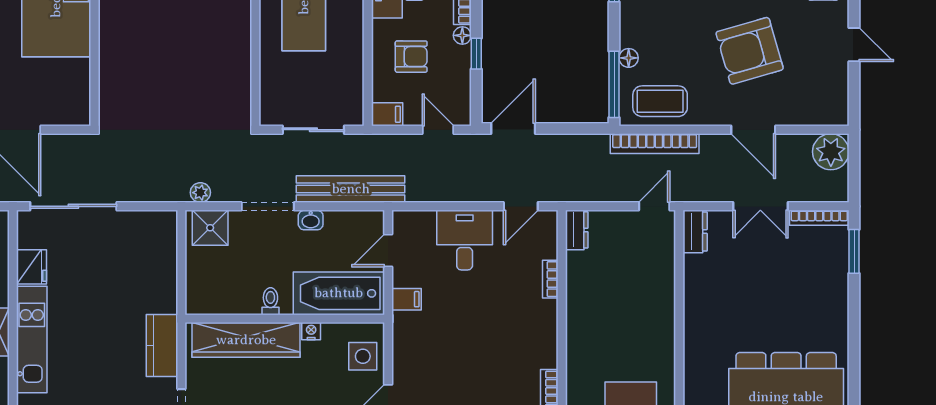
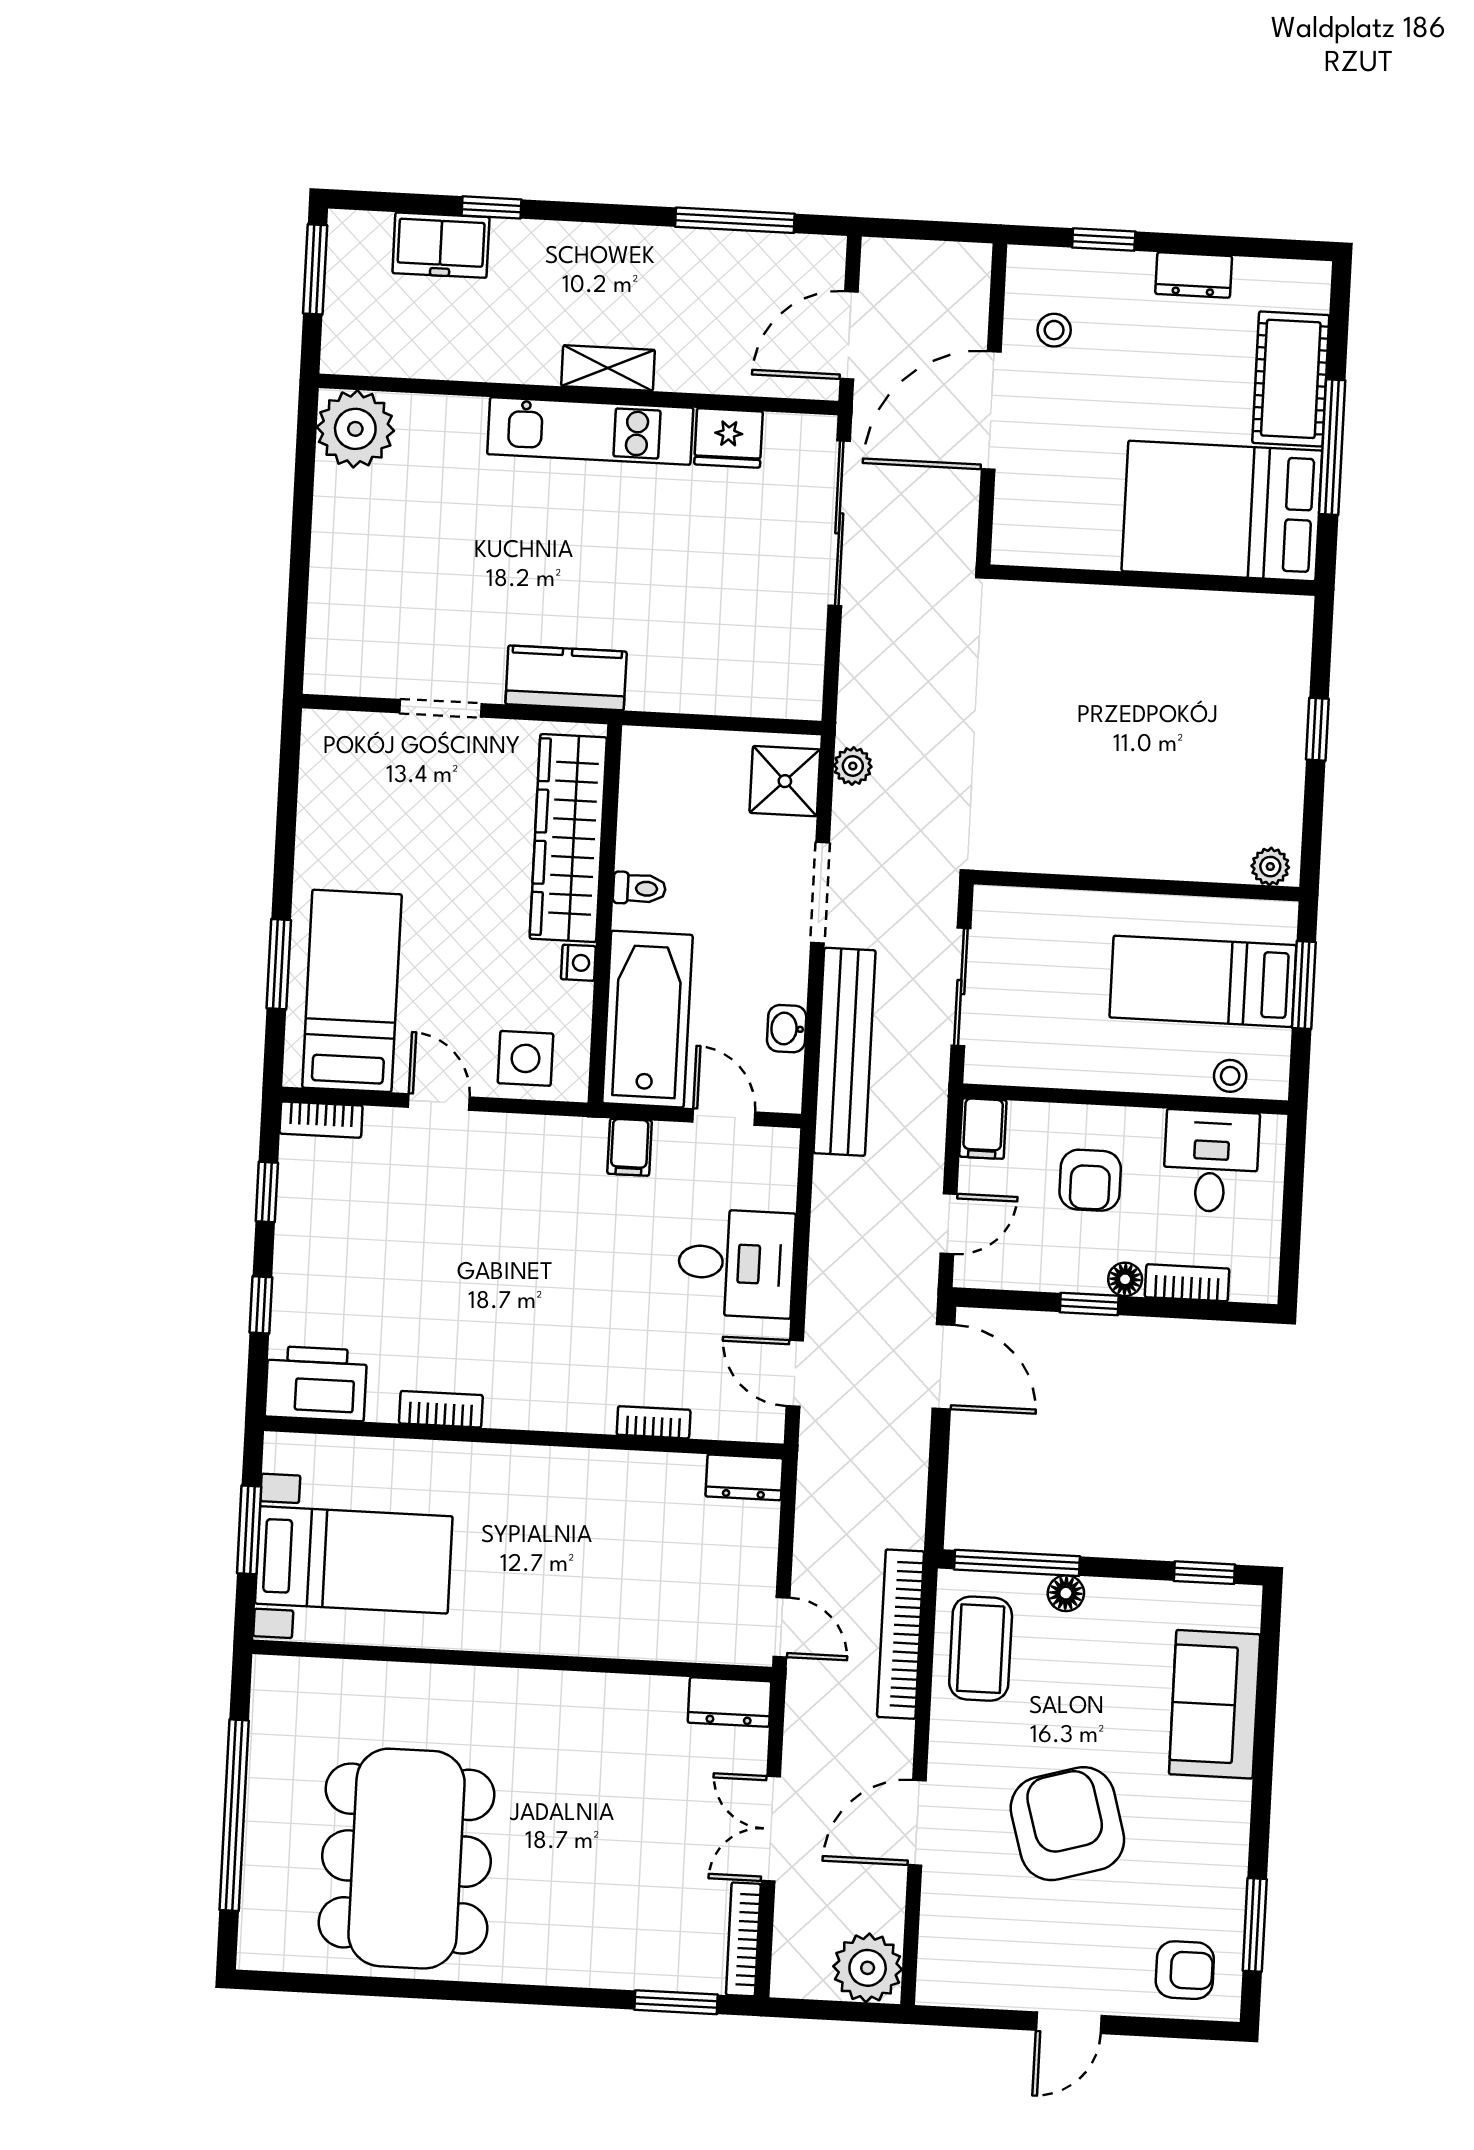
washbasin: (311, 220) -> (787, 1029), moved

